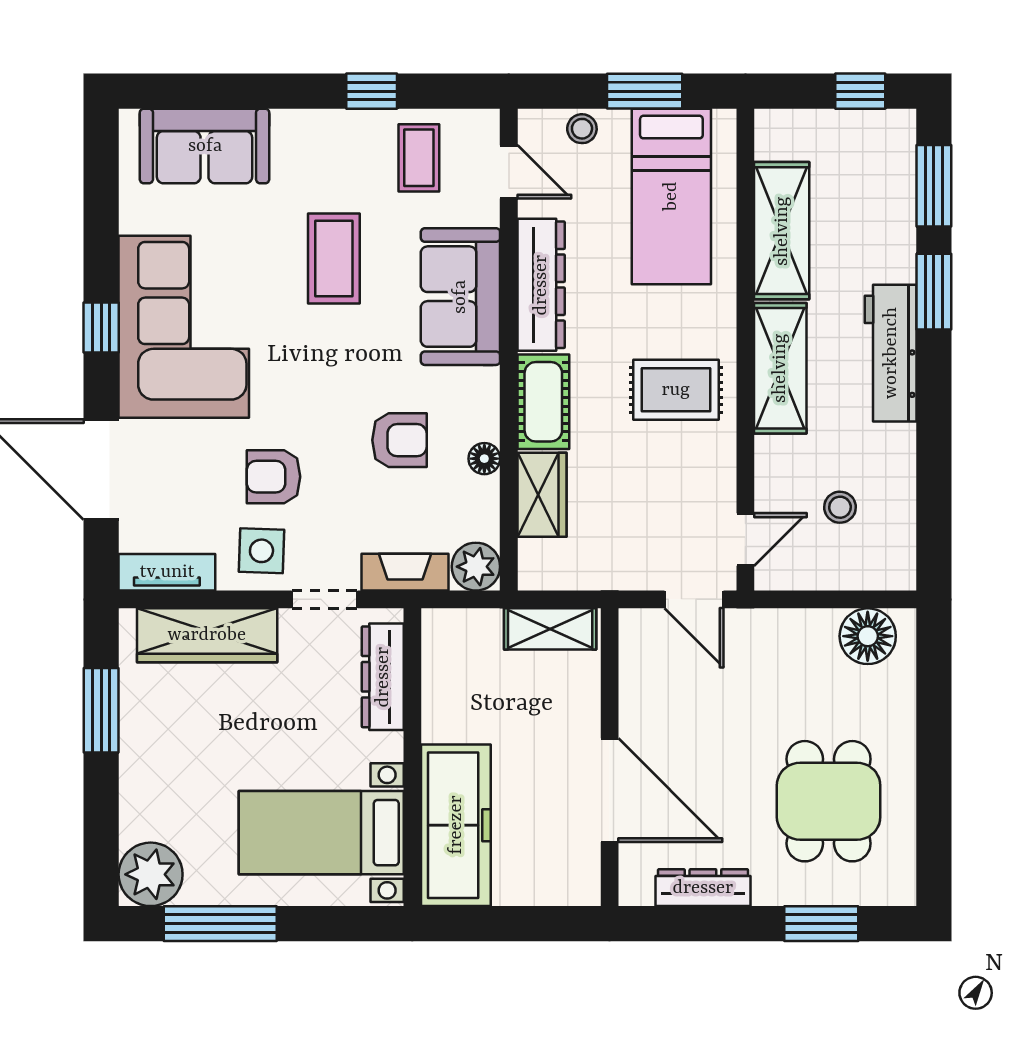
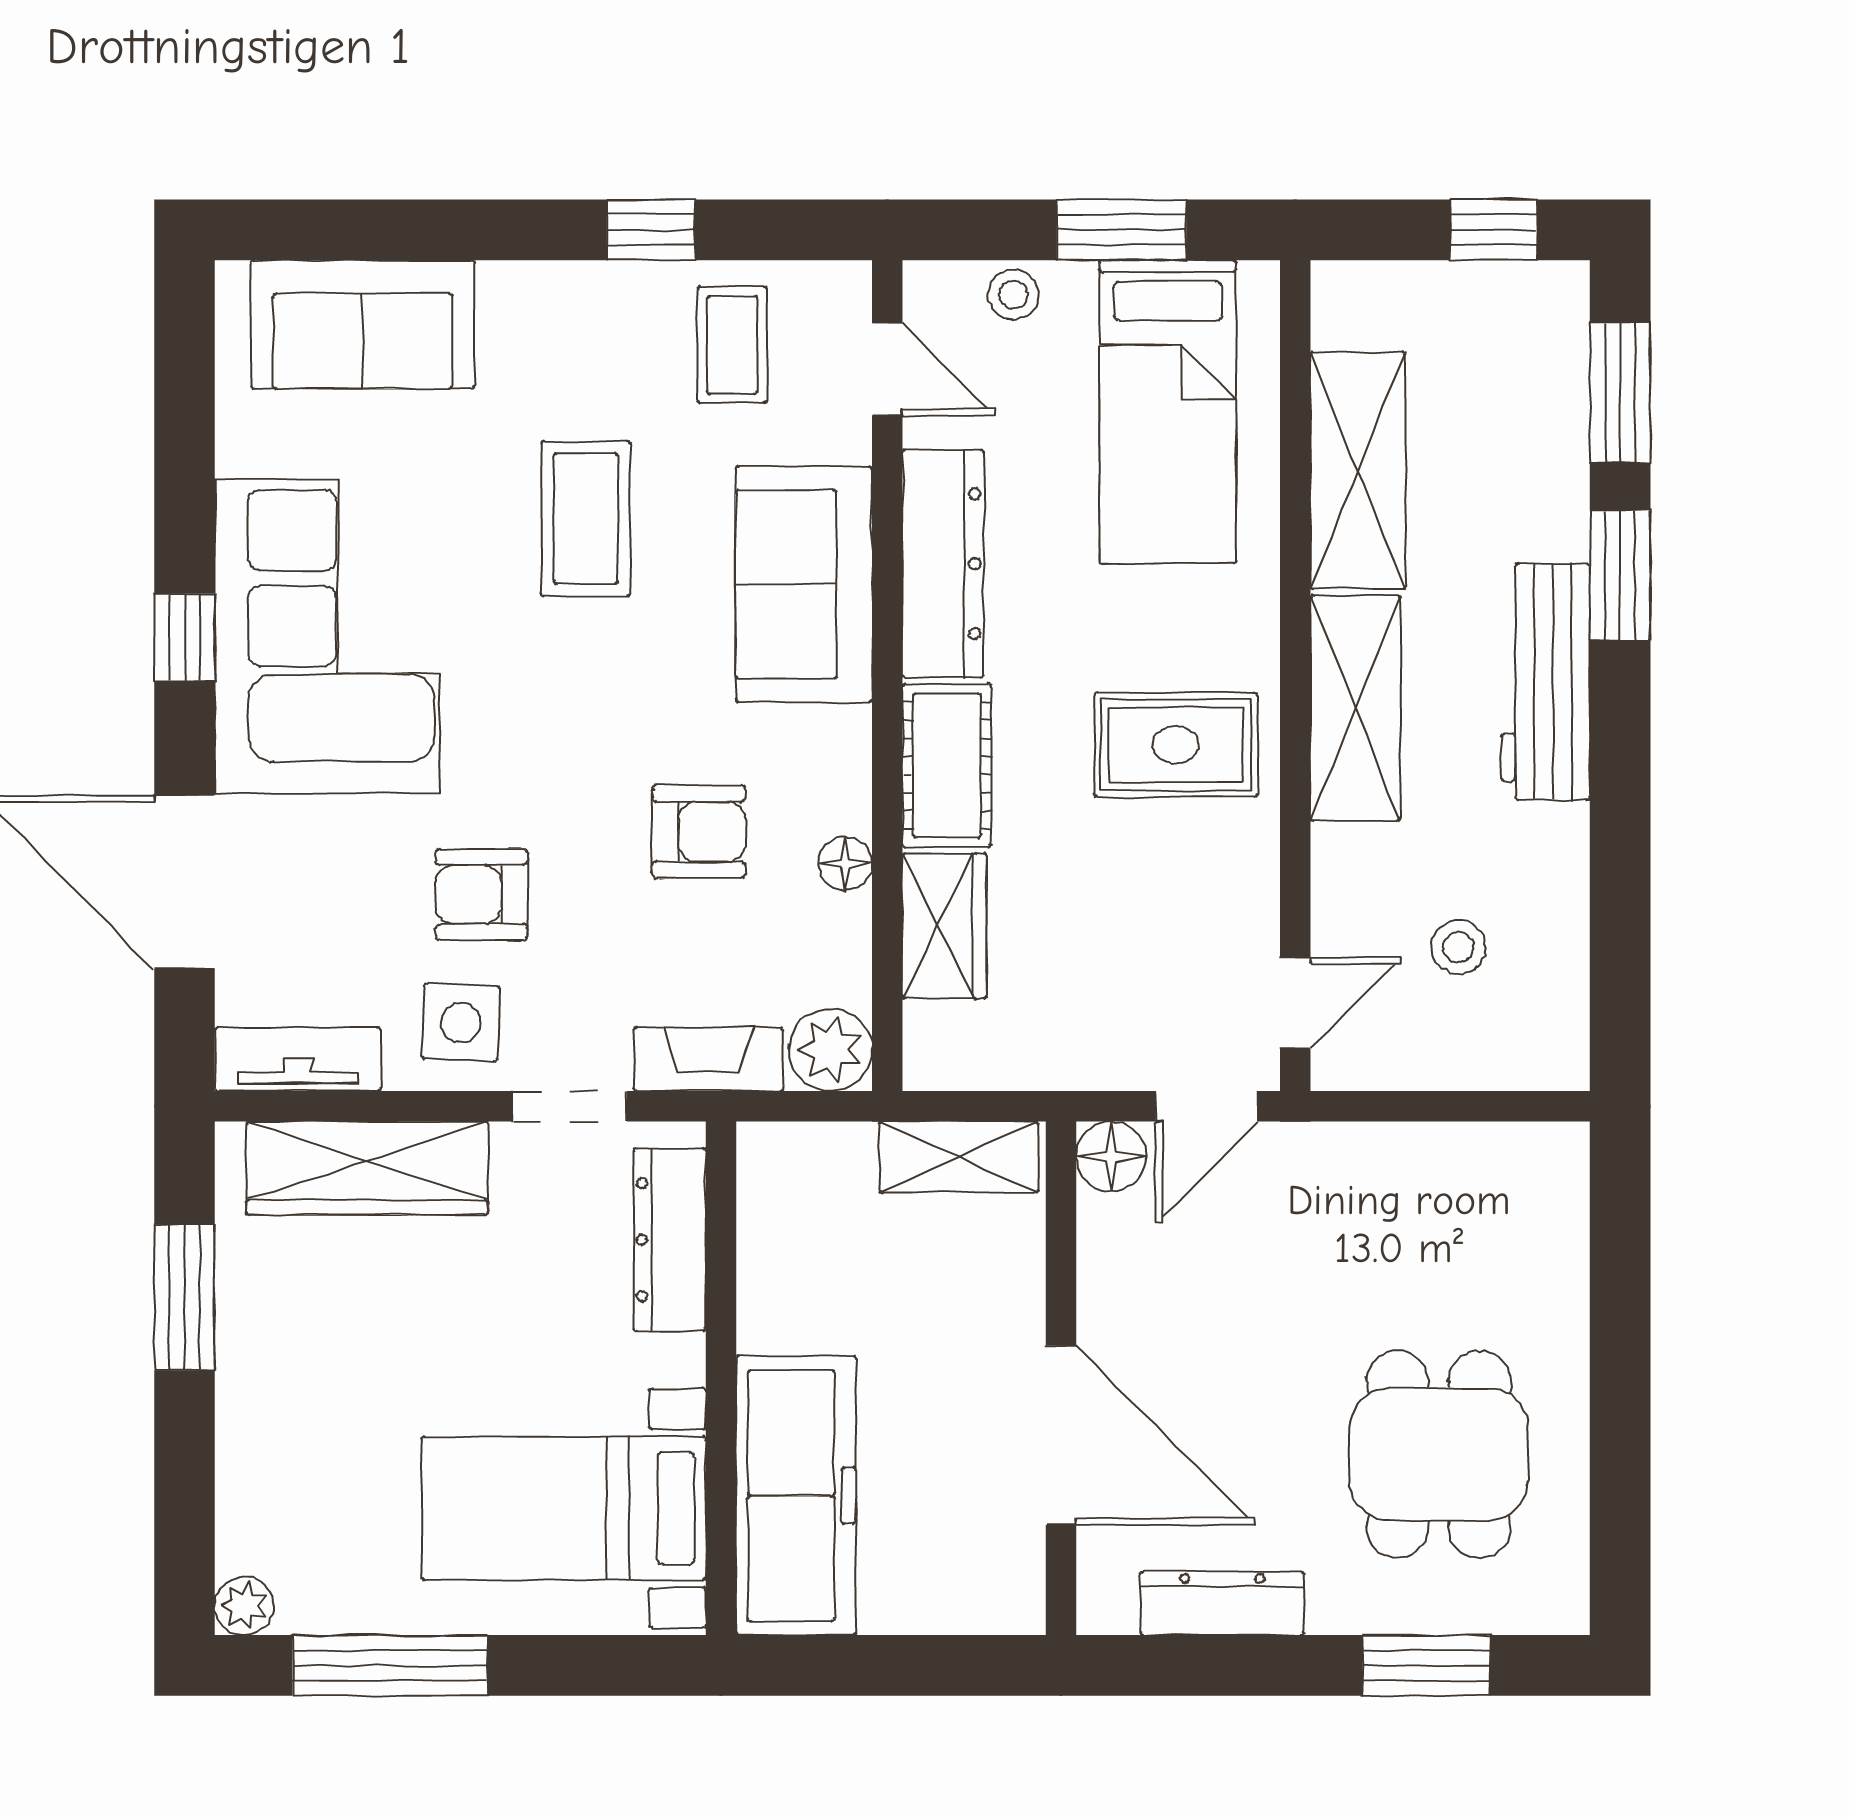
door: (694, 599) -> (1207, 1106), hinge flipped
floor lamp: (868, 636) -> (1111, 1157), moved, width x0.73, depth x0.73
plant: (151, 874) -> (244, 1606), width x0.53, depth x0.53

